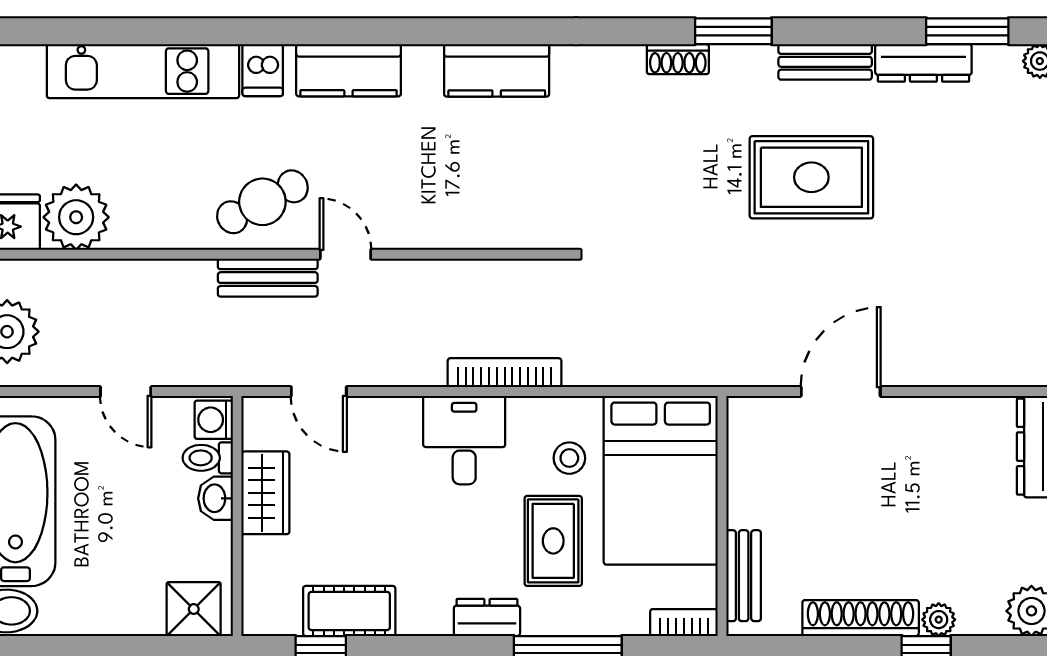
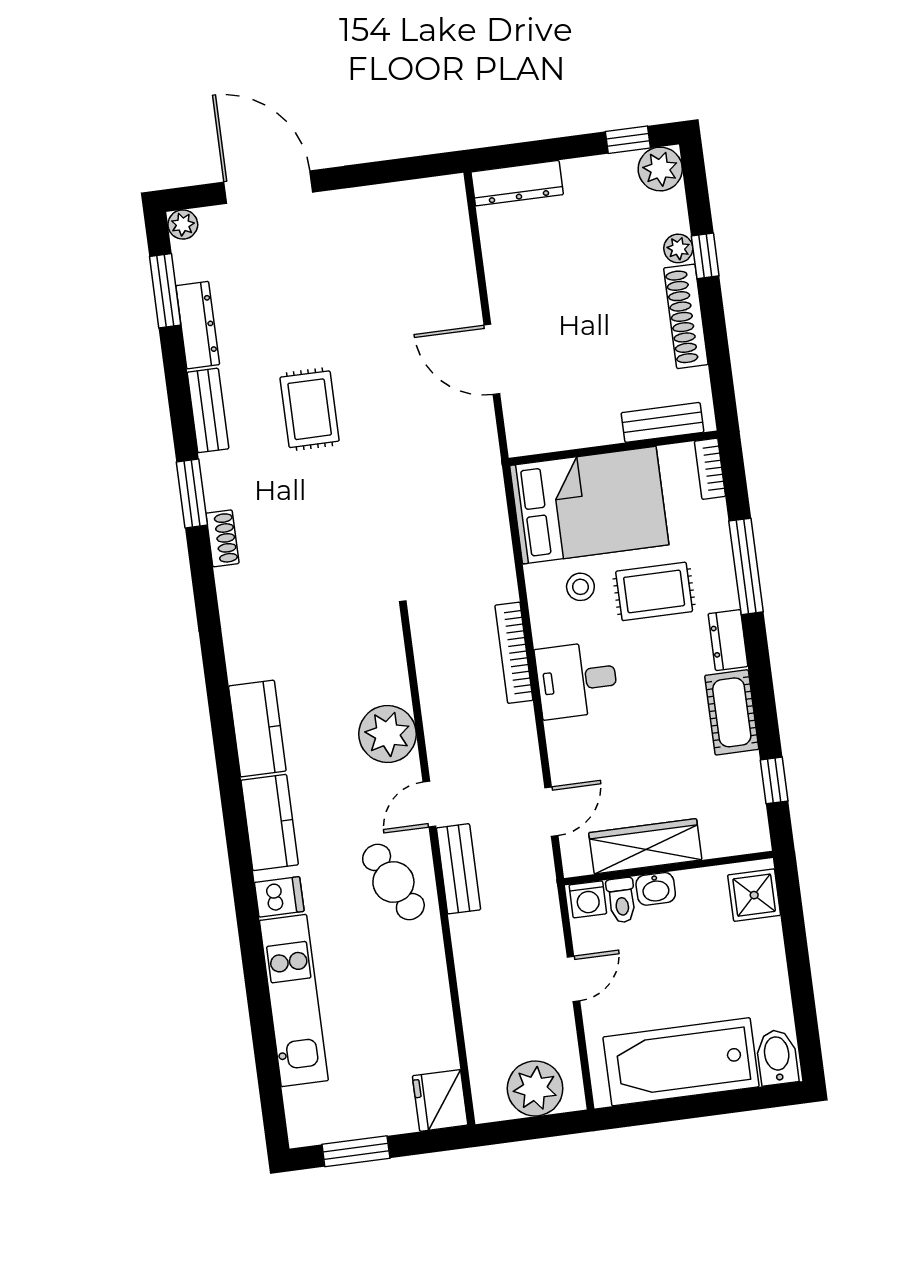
kitchen counter: (497, 70) -> (257, 728), moved
rug: (811, 177) -> (310, 409), width x0.73, depth x0.70
plant: (76, 217) -> (388, 734), moved
wardrobe: (265, 493) -> (645, 846), width x1.50
cot: (349, 611) -> (732, 712), moved

